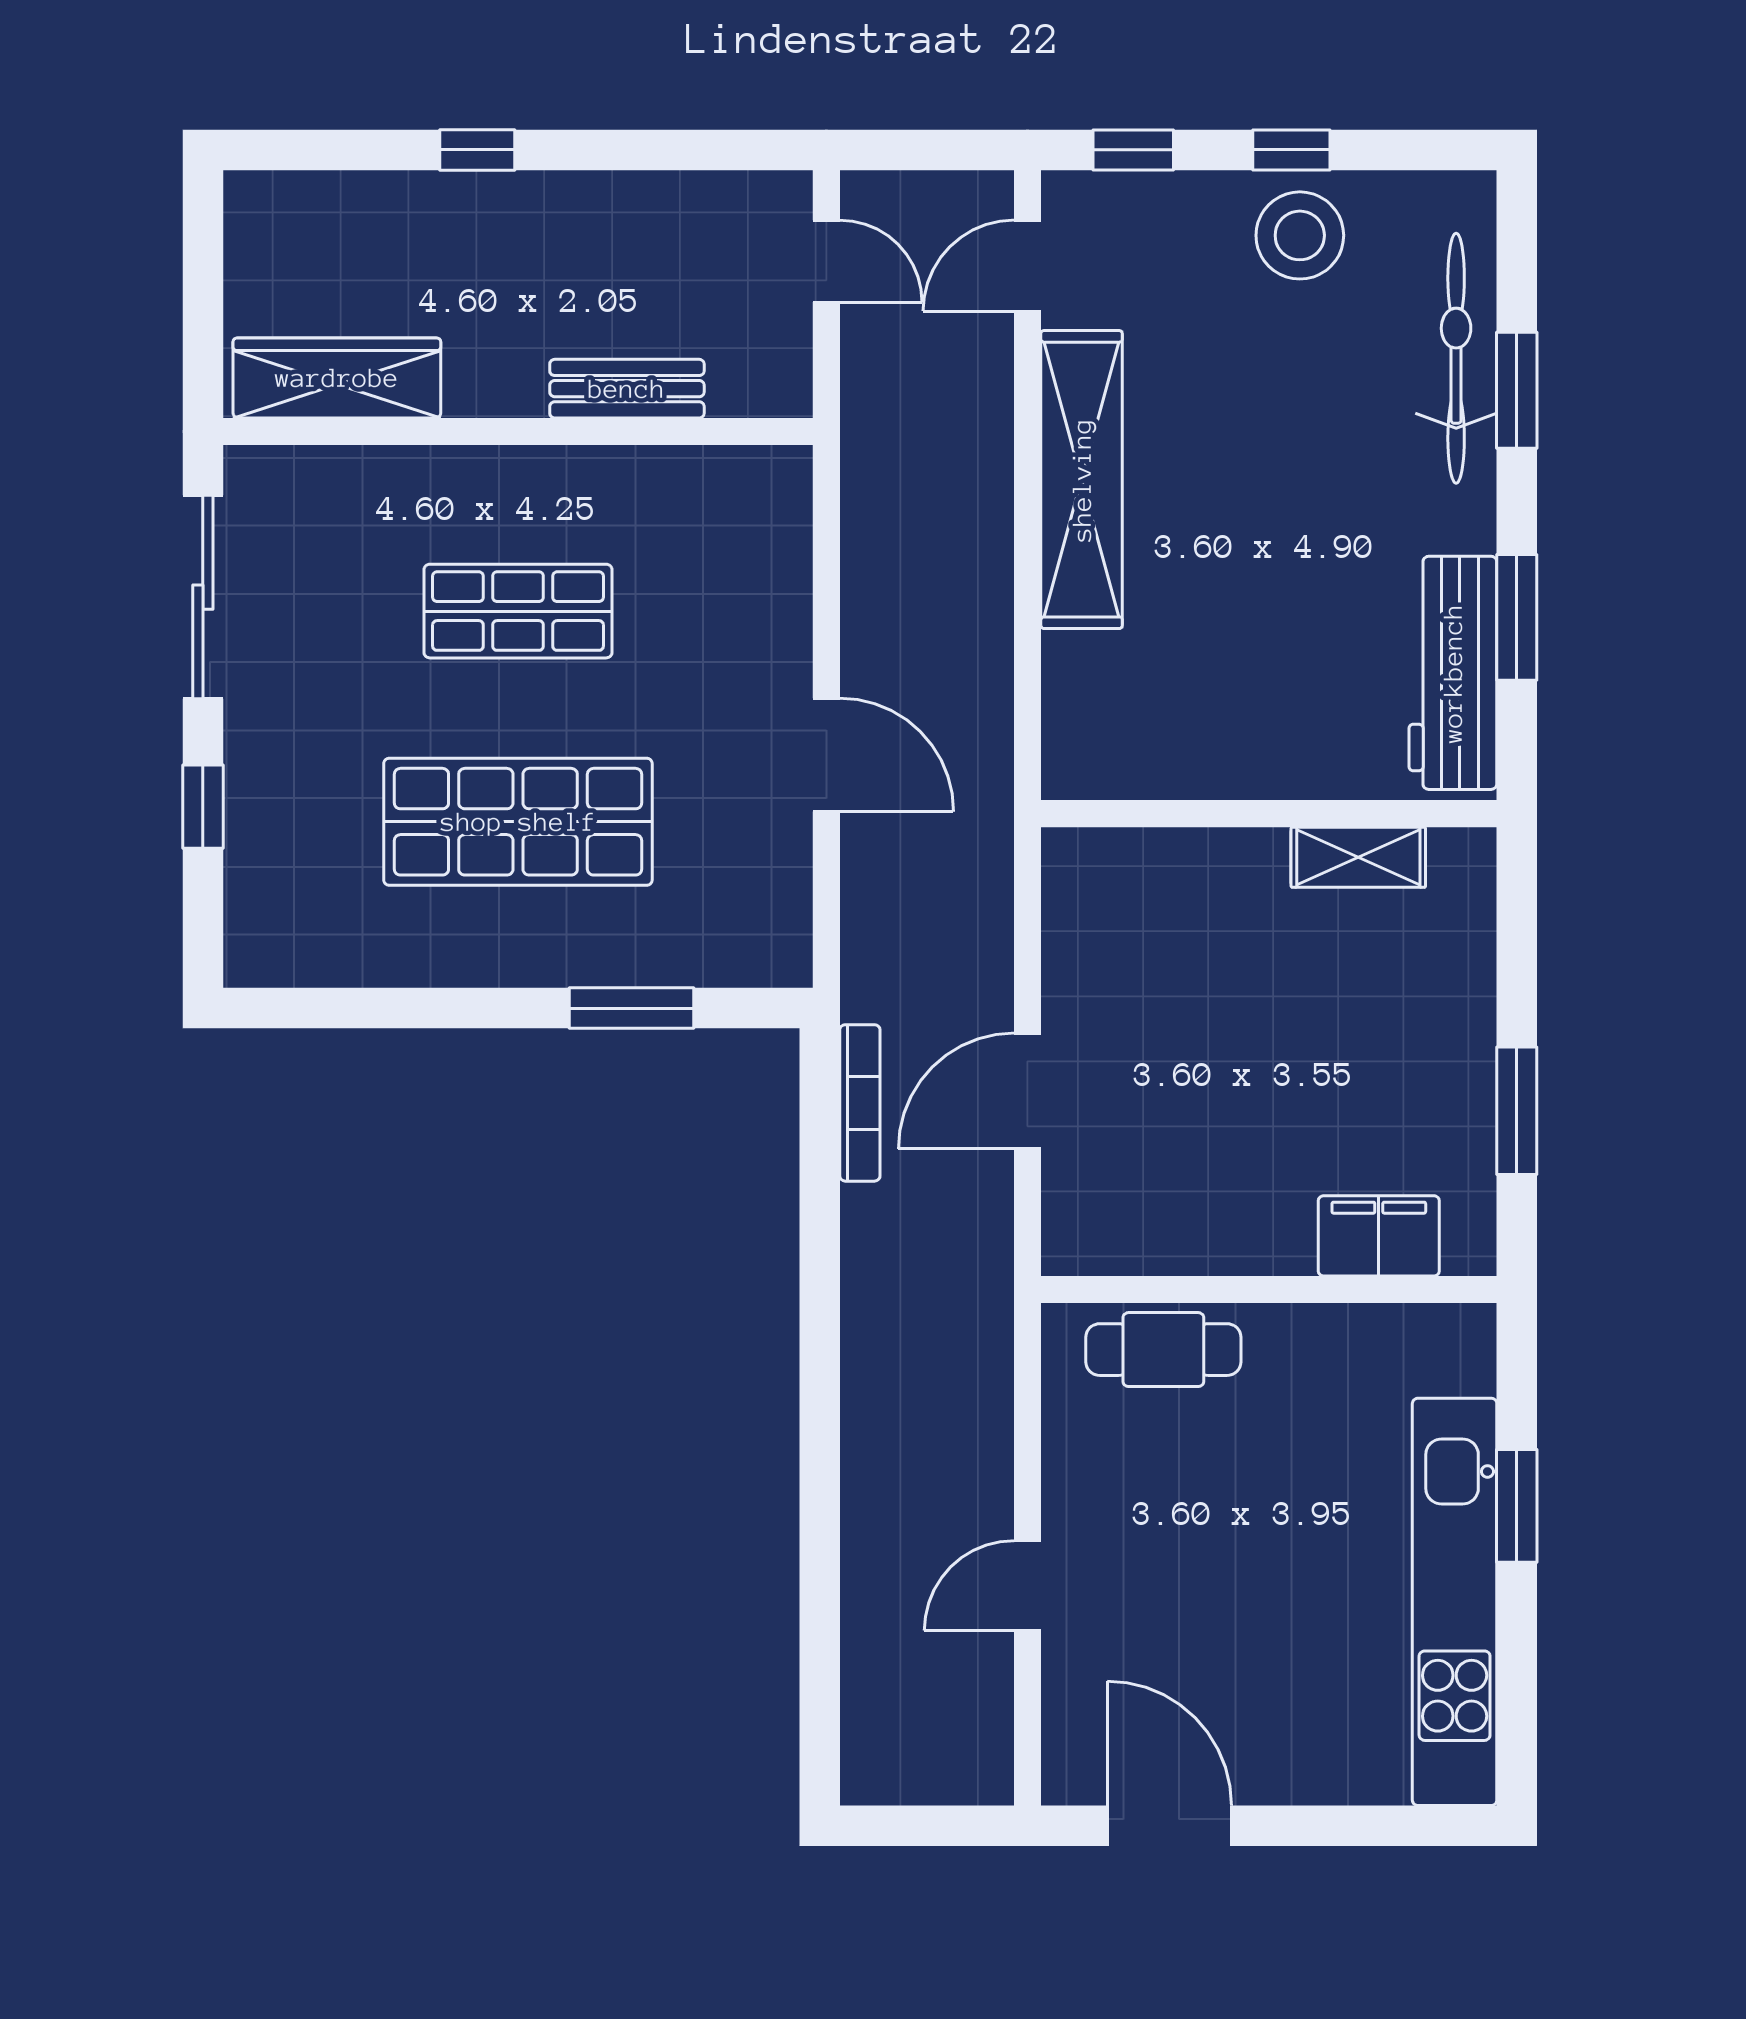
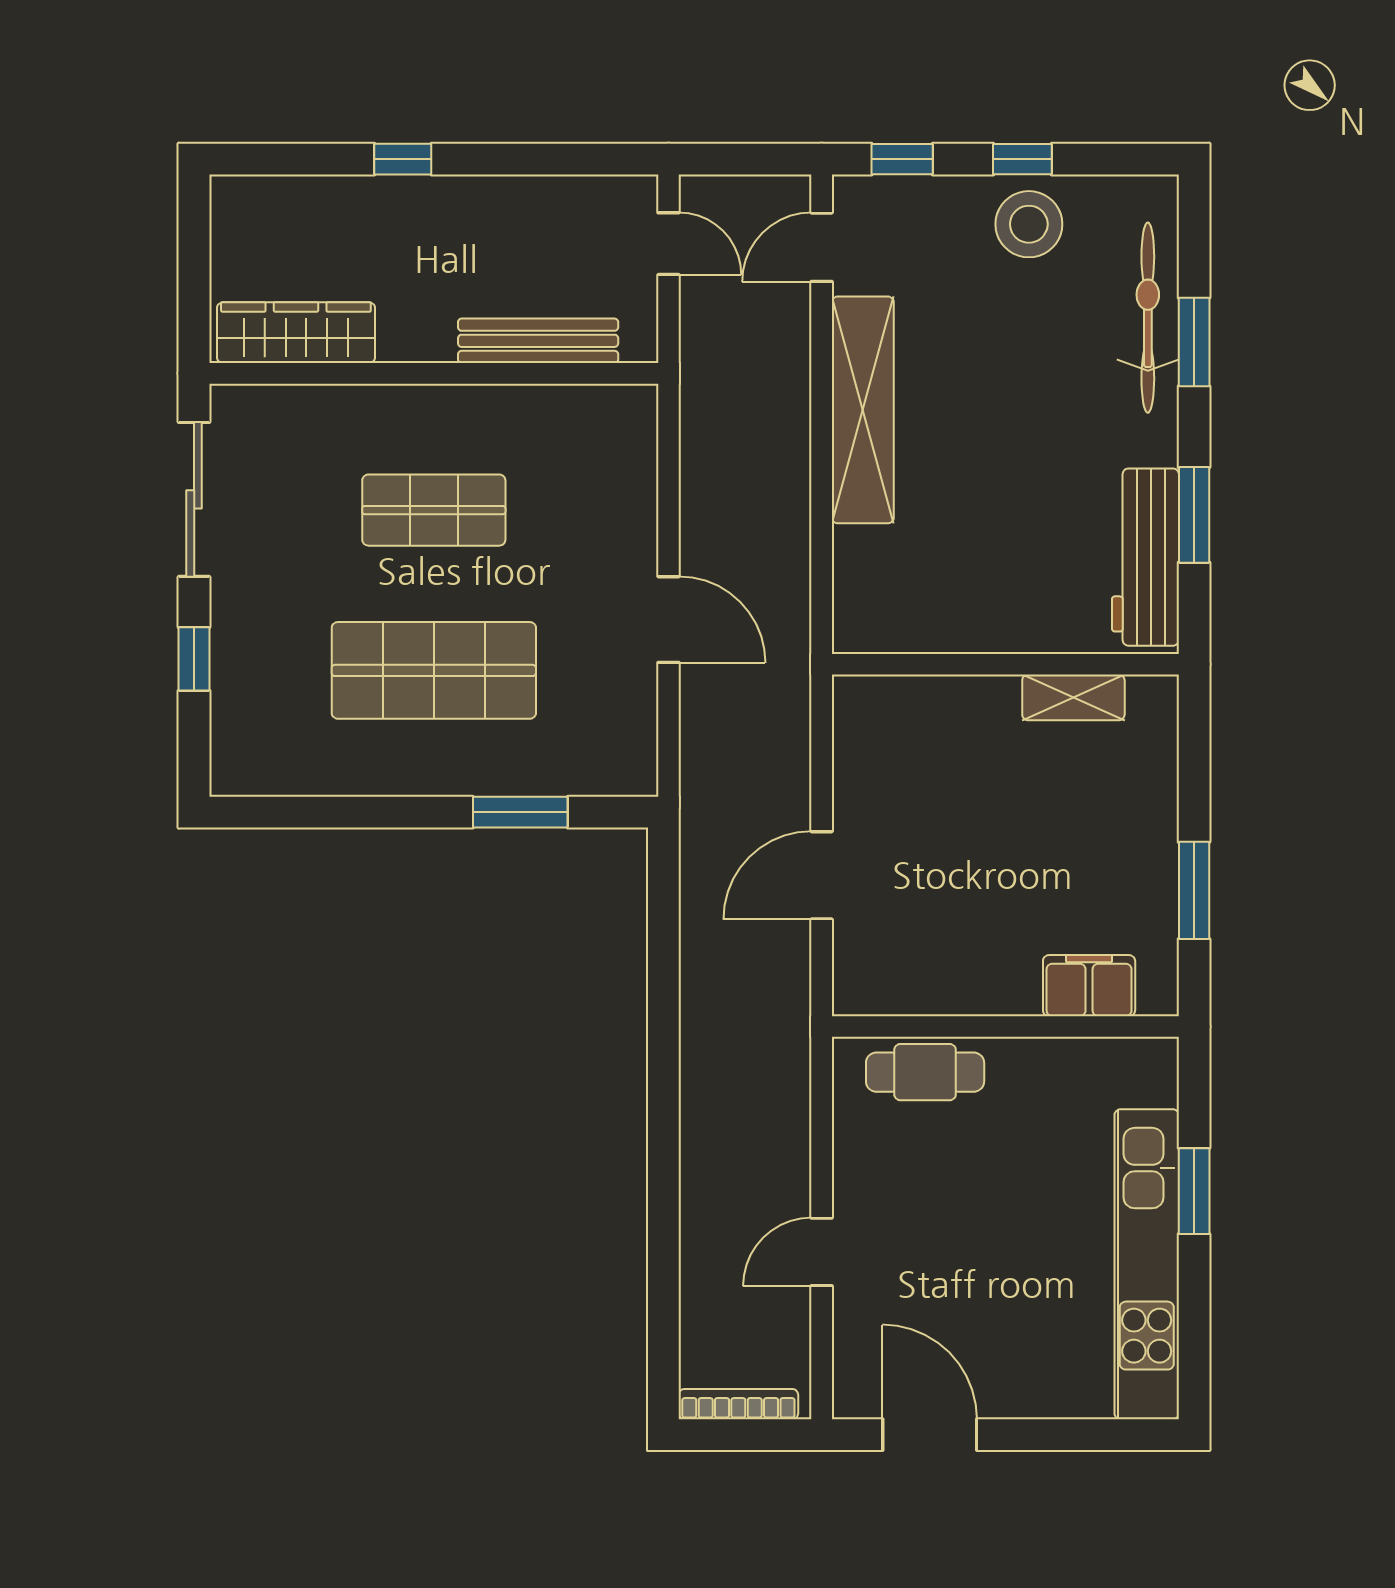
bench: (627, 389) -> (538, 341), width x1.36
bookcase: (860, 1103) -> (738, 1404), moved, turned -90

